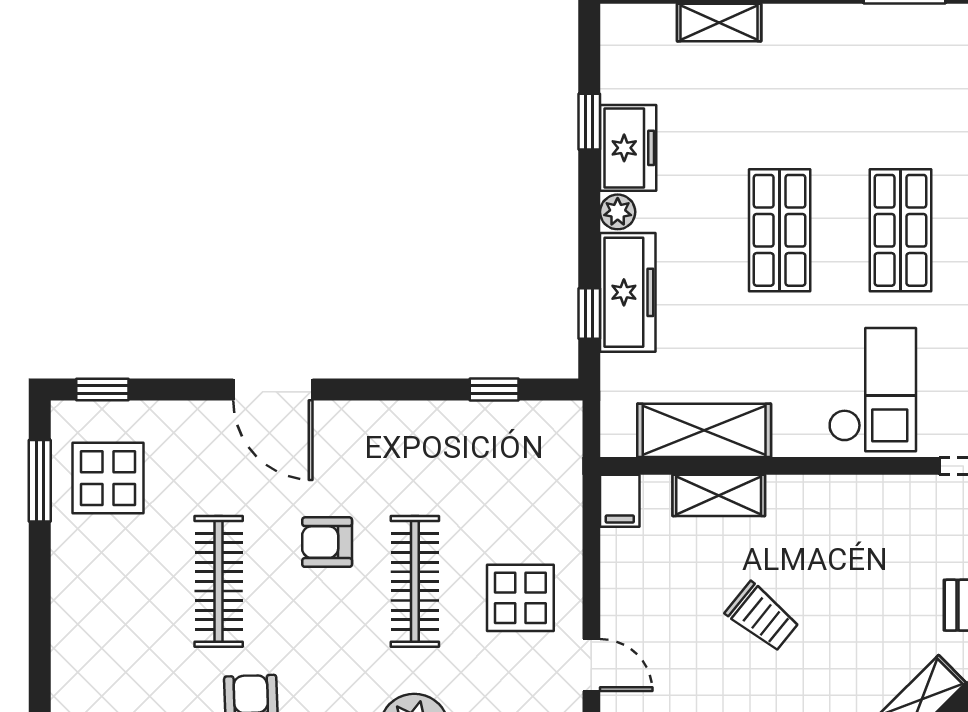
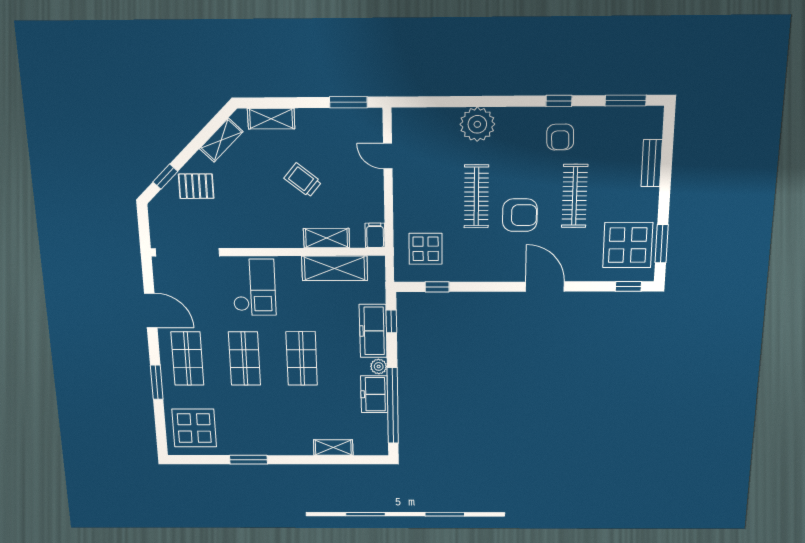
window: (589, 122) -> (393, 406), width x3.17
checkout: (872, 390) -> (254, 287), turned 180
display table: (108, 478) -> (628, 245), width x1.36, depth x1.36
armchair: (327, 542) -> (520, 215), width x1.38, depth x1.38
display table: (520, 598) -> (426, 249), moved
bench: (69, 648) -> (652, 163), added

